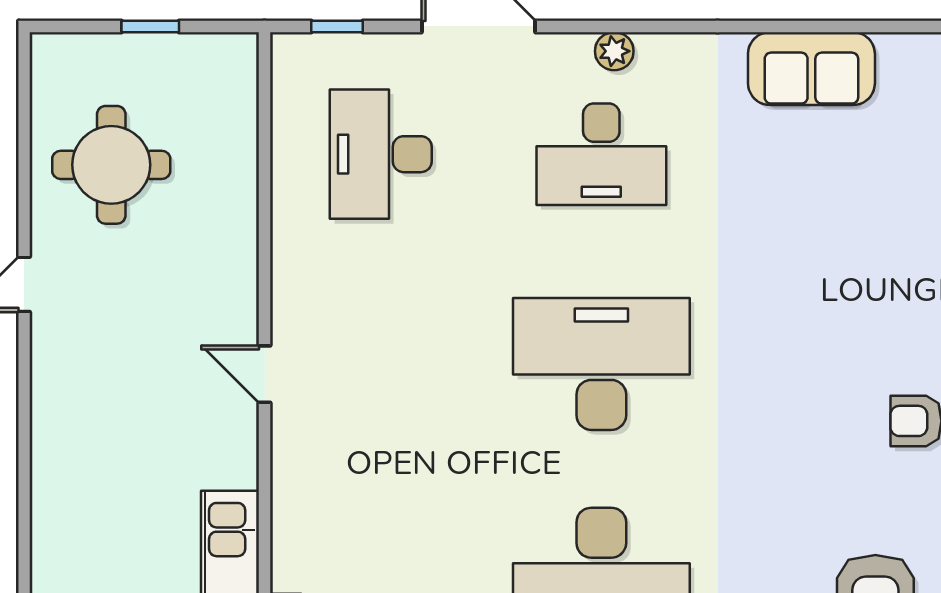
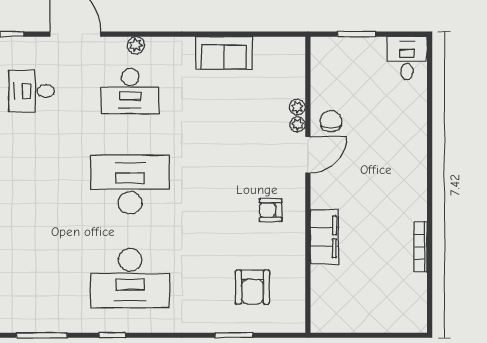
desk: (381, 154) -> (32, 91), width x0.73

